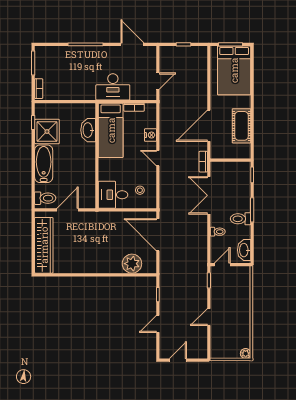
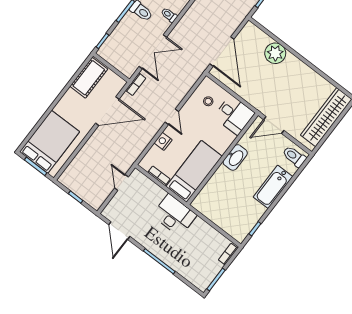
door: (158, 81) -> (121, 183), hinge flipped
desk: (113, 87) -> (174, 215), moved
cot: (241, 126) -> (89, 78), moved
washbasin: (88, 130) -> (235, 157), moved
shower: (47, 132) -> (249, 212), removed
door: (68, 210) -> (274, 125), moved
plant: (132, 264) -> (275, 53), moved

